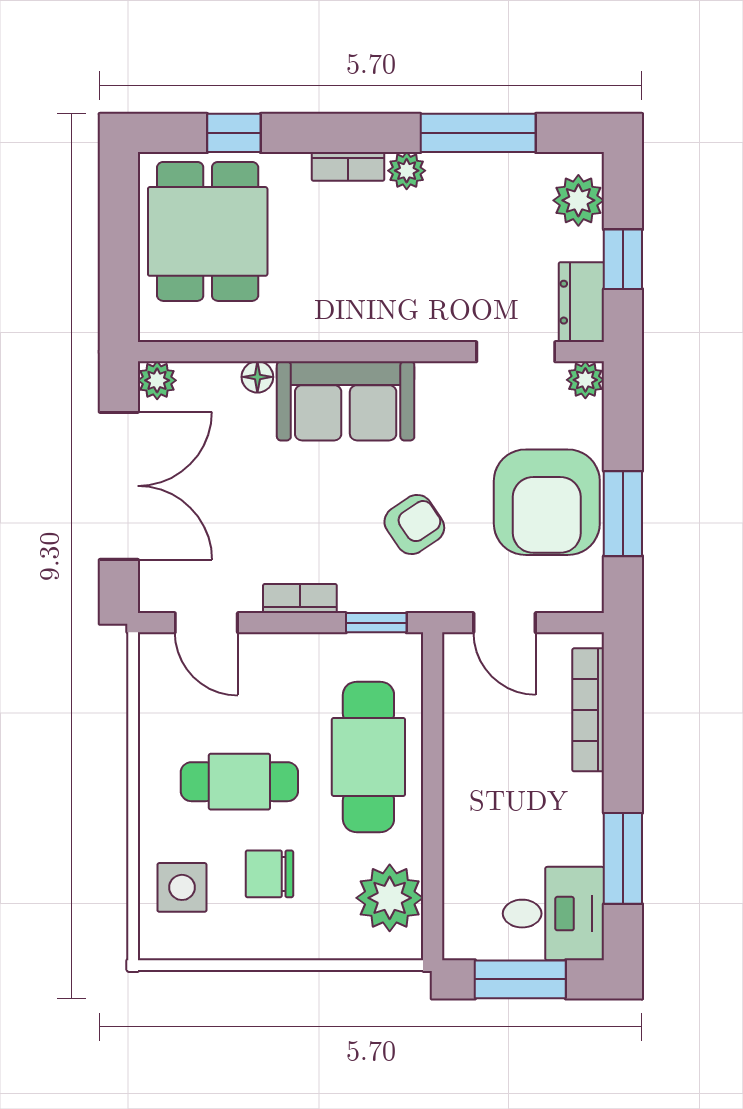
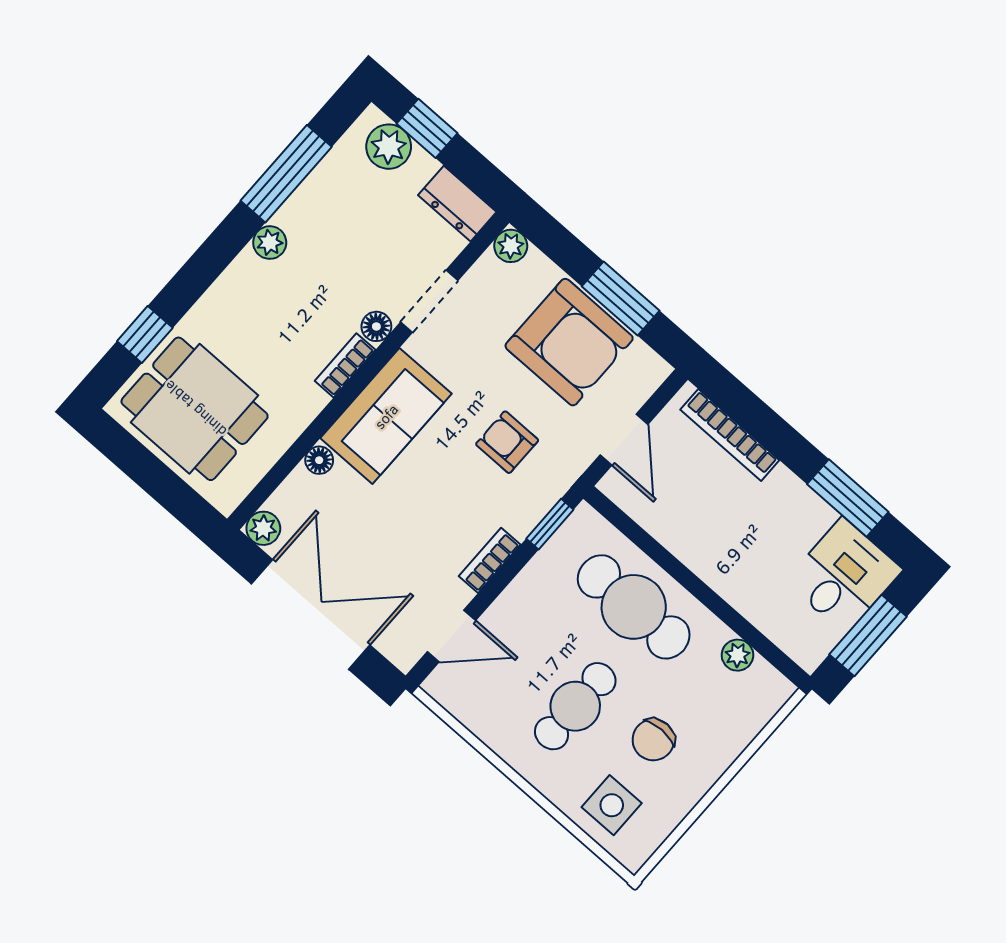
bookcase: (348, 166) -> (345, 365), moved, turned 180
window: (623, 259) -> (427, 128), moved
floor lamp: (415, 325) -> (376, 326), added
doorway: (516, 352) -> (429, 301), moved
armchair: (414, 525) -> (507, 442), turned -56
door: (505, 623) -> (624, 440), hinge flipped
plant: (390, 898) -> (737, 655), width x0.53, depth x0.53

